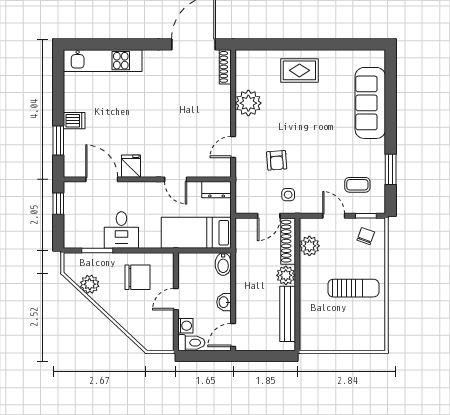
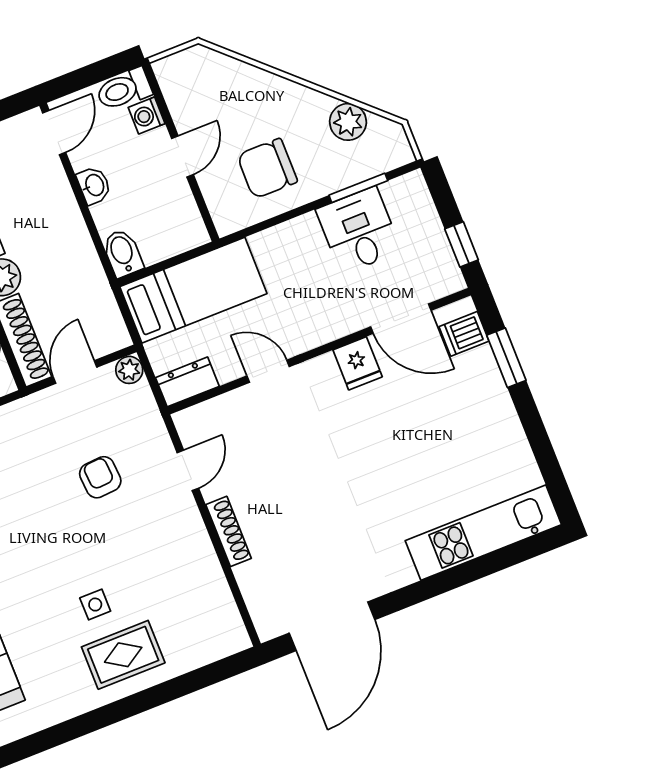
shoe rack: (225, 67) -> (229, 531), moved
plant: (248, 103) -> (129, 370), moved, width x0.53, depth x0.53
dishwasher: (74, 121) -> (464, 334), moved
side table: (288, 195) -> (95, 605), moved
desk: (121, 230) -> (359, 230), moved

